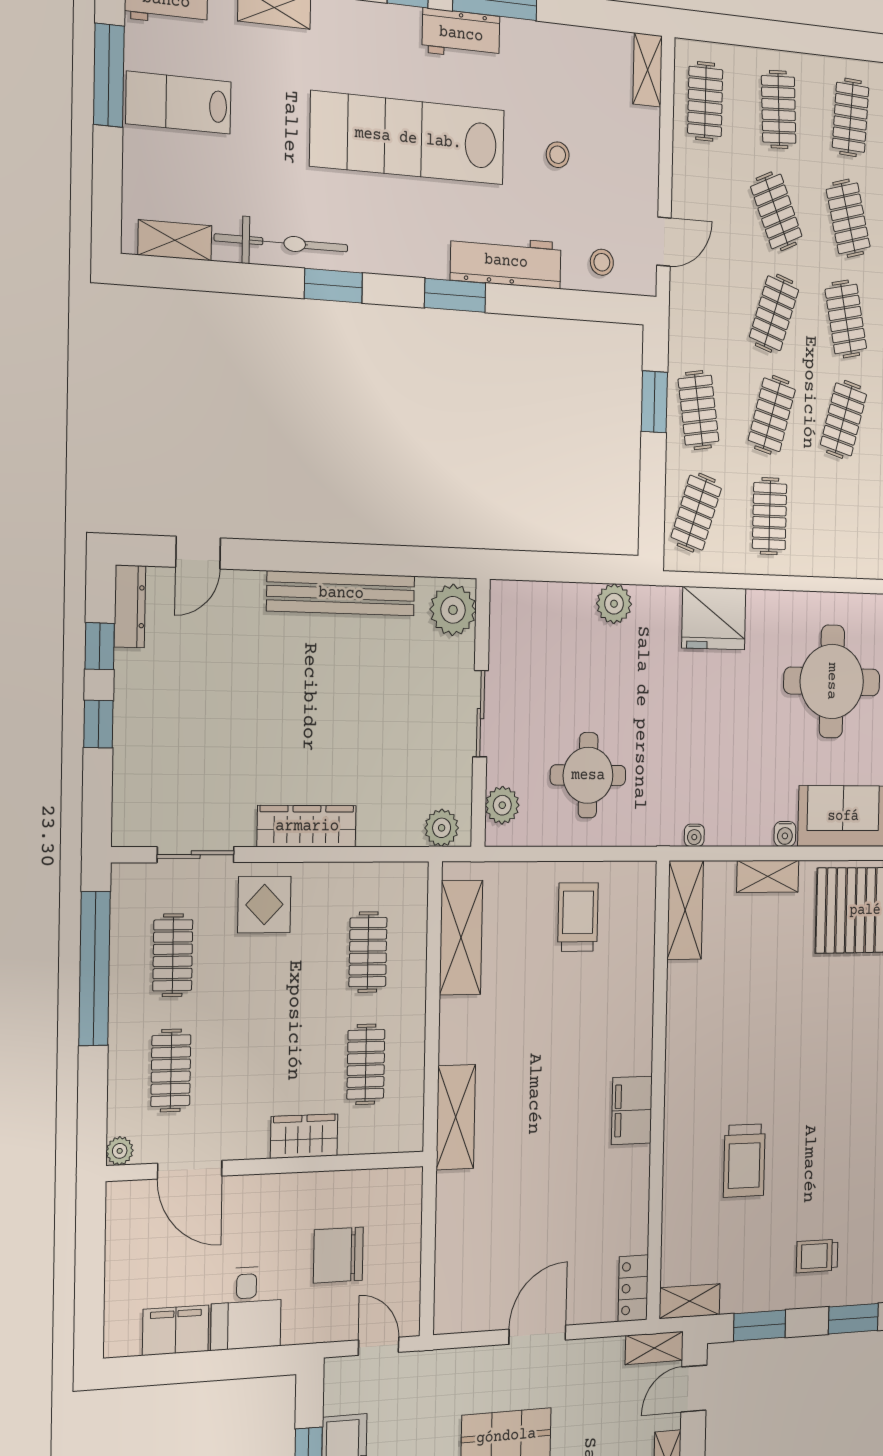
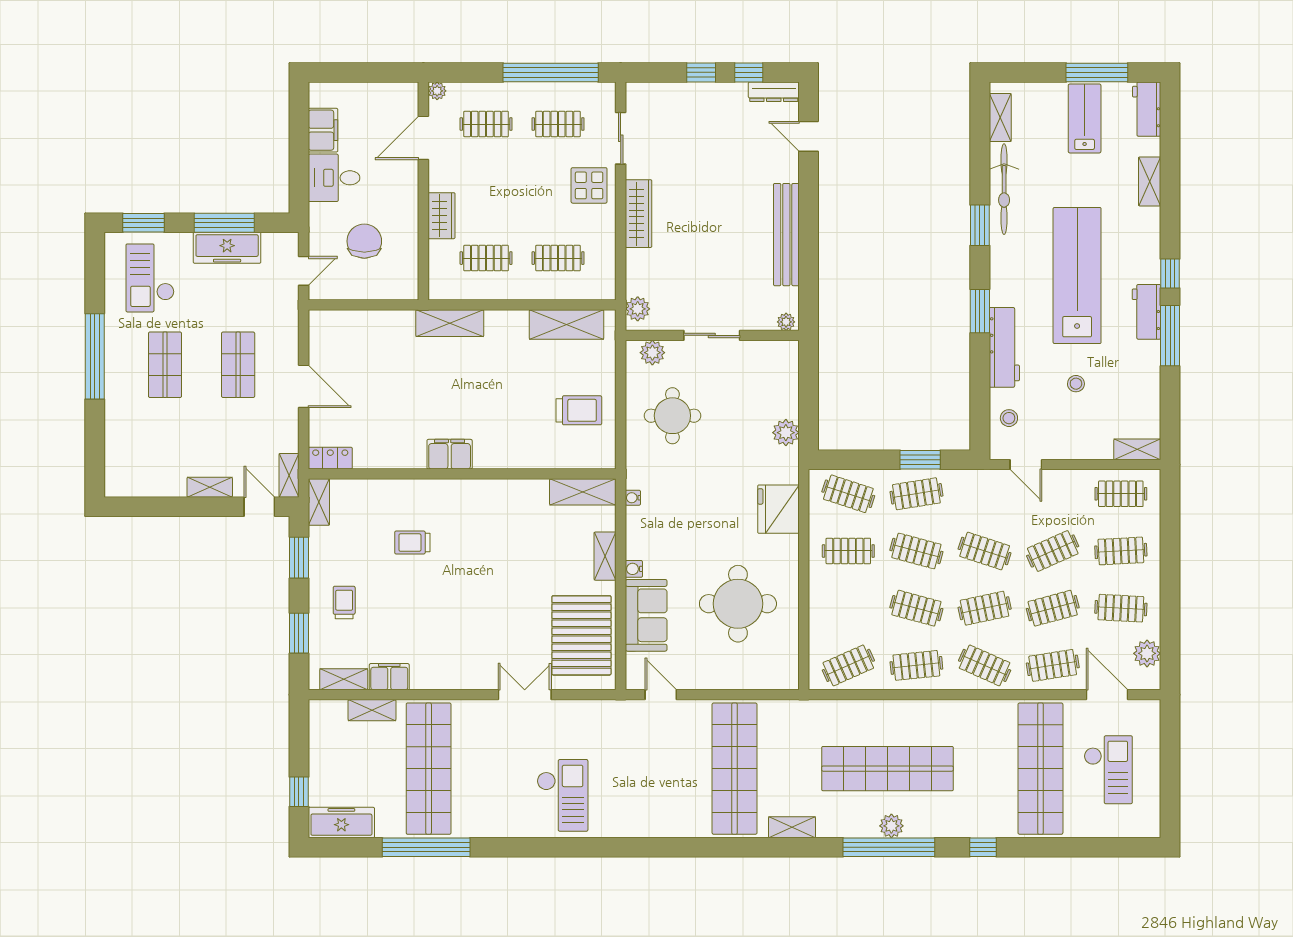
plant: (453, 610) -> (786, 322), width x0.53, depth x0.53
trolley: (744, 1160) -> (412, 543), width x0.73, depth x0.72

